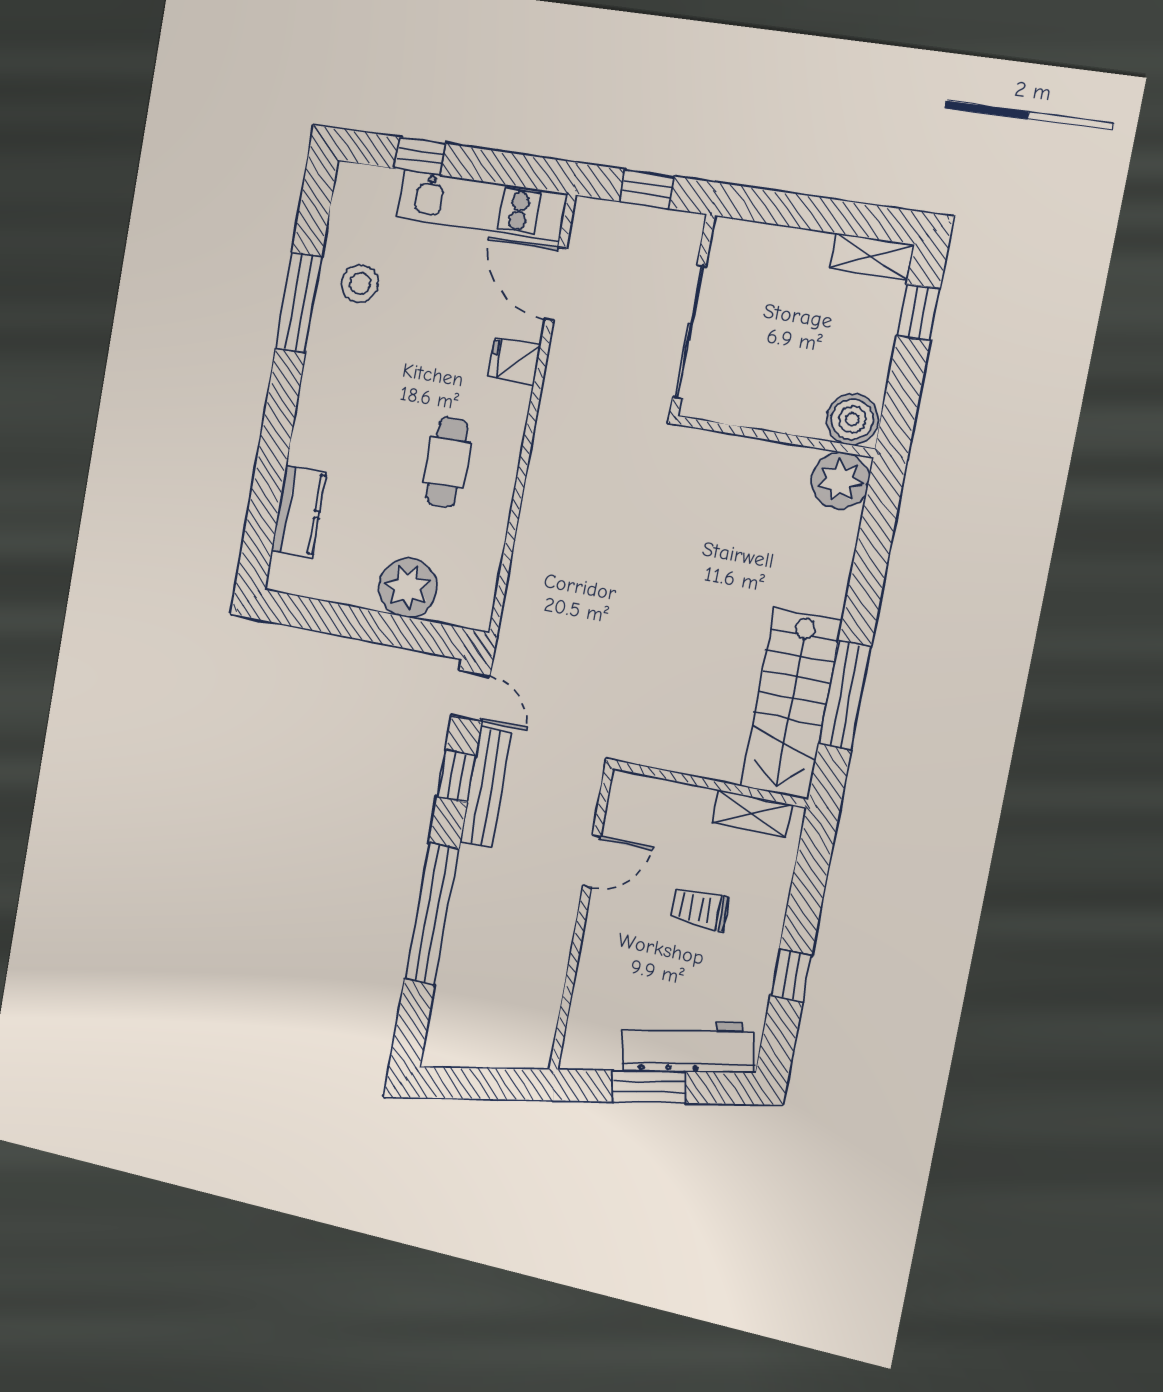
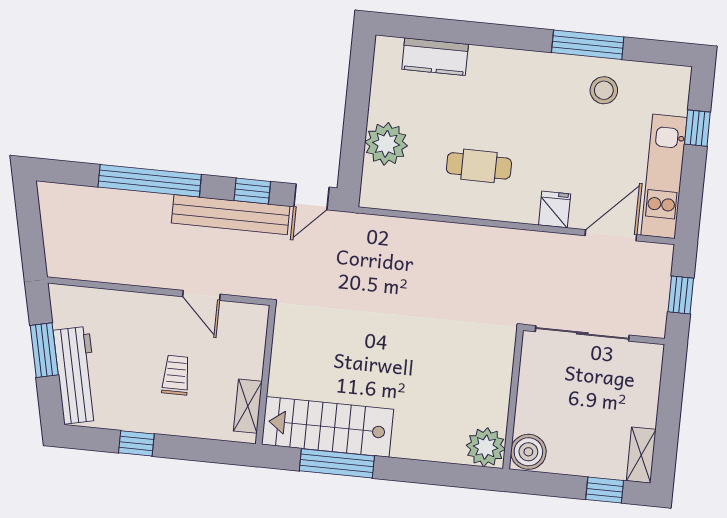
bench: (486, 787) -> (231, 215), width x1.37, depth x1.21

